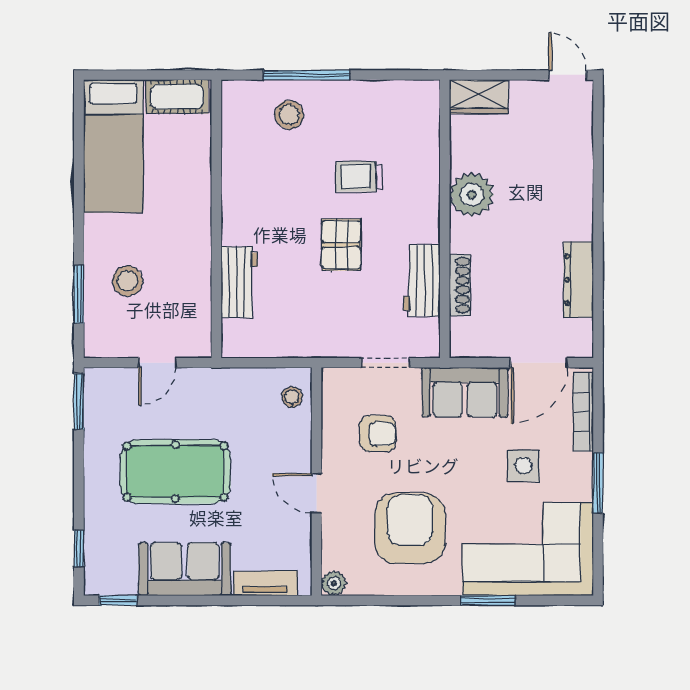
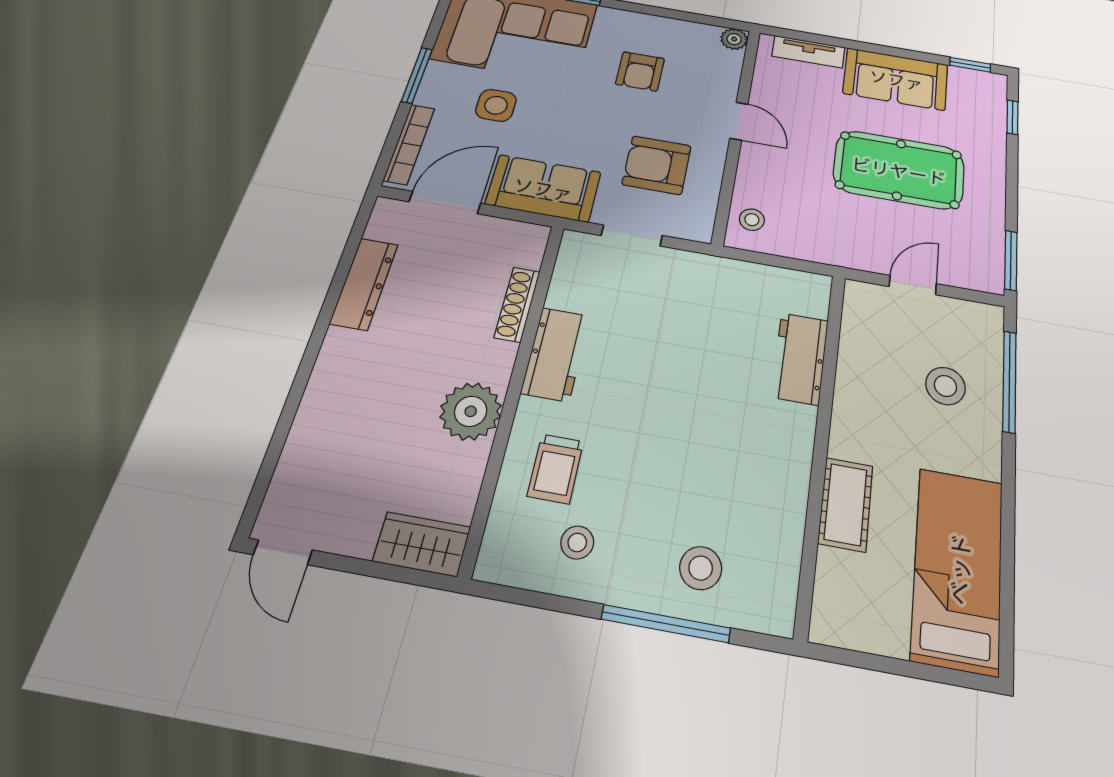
cot: (177, 97) -> (846, 504), moved, turned 90
stool: (376, 117) -> (577, 542), added
trolley: (359, 176) -> (555, 469), moved, turned 90
pallet: (341, 245) -> (660, 380), removed
workbench: (422, 280) -> (556, 354), moved
window: (79, 294) -> (1009, 381), width x1.44
armchair: (378, 434) -> (657, 165), width x1.38, depth x1.38
armchair: (410, 528) -> (640, 71), width x0.53, depth x0.53

